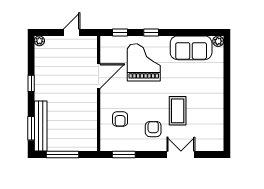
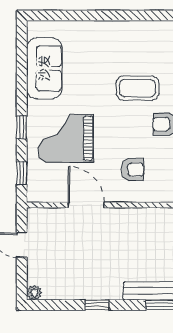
plant: (218, 41) -> (34, 28), removed
armchair: (120, 119) -> (133, 169), moved

